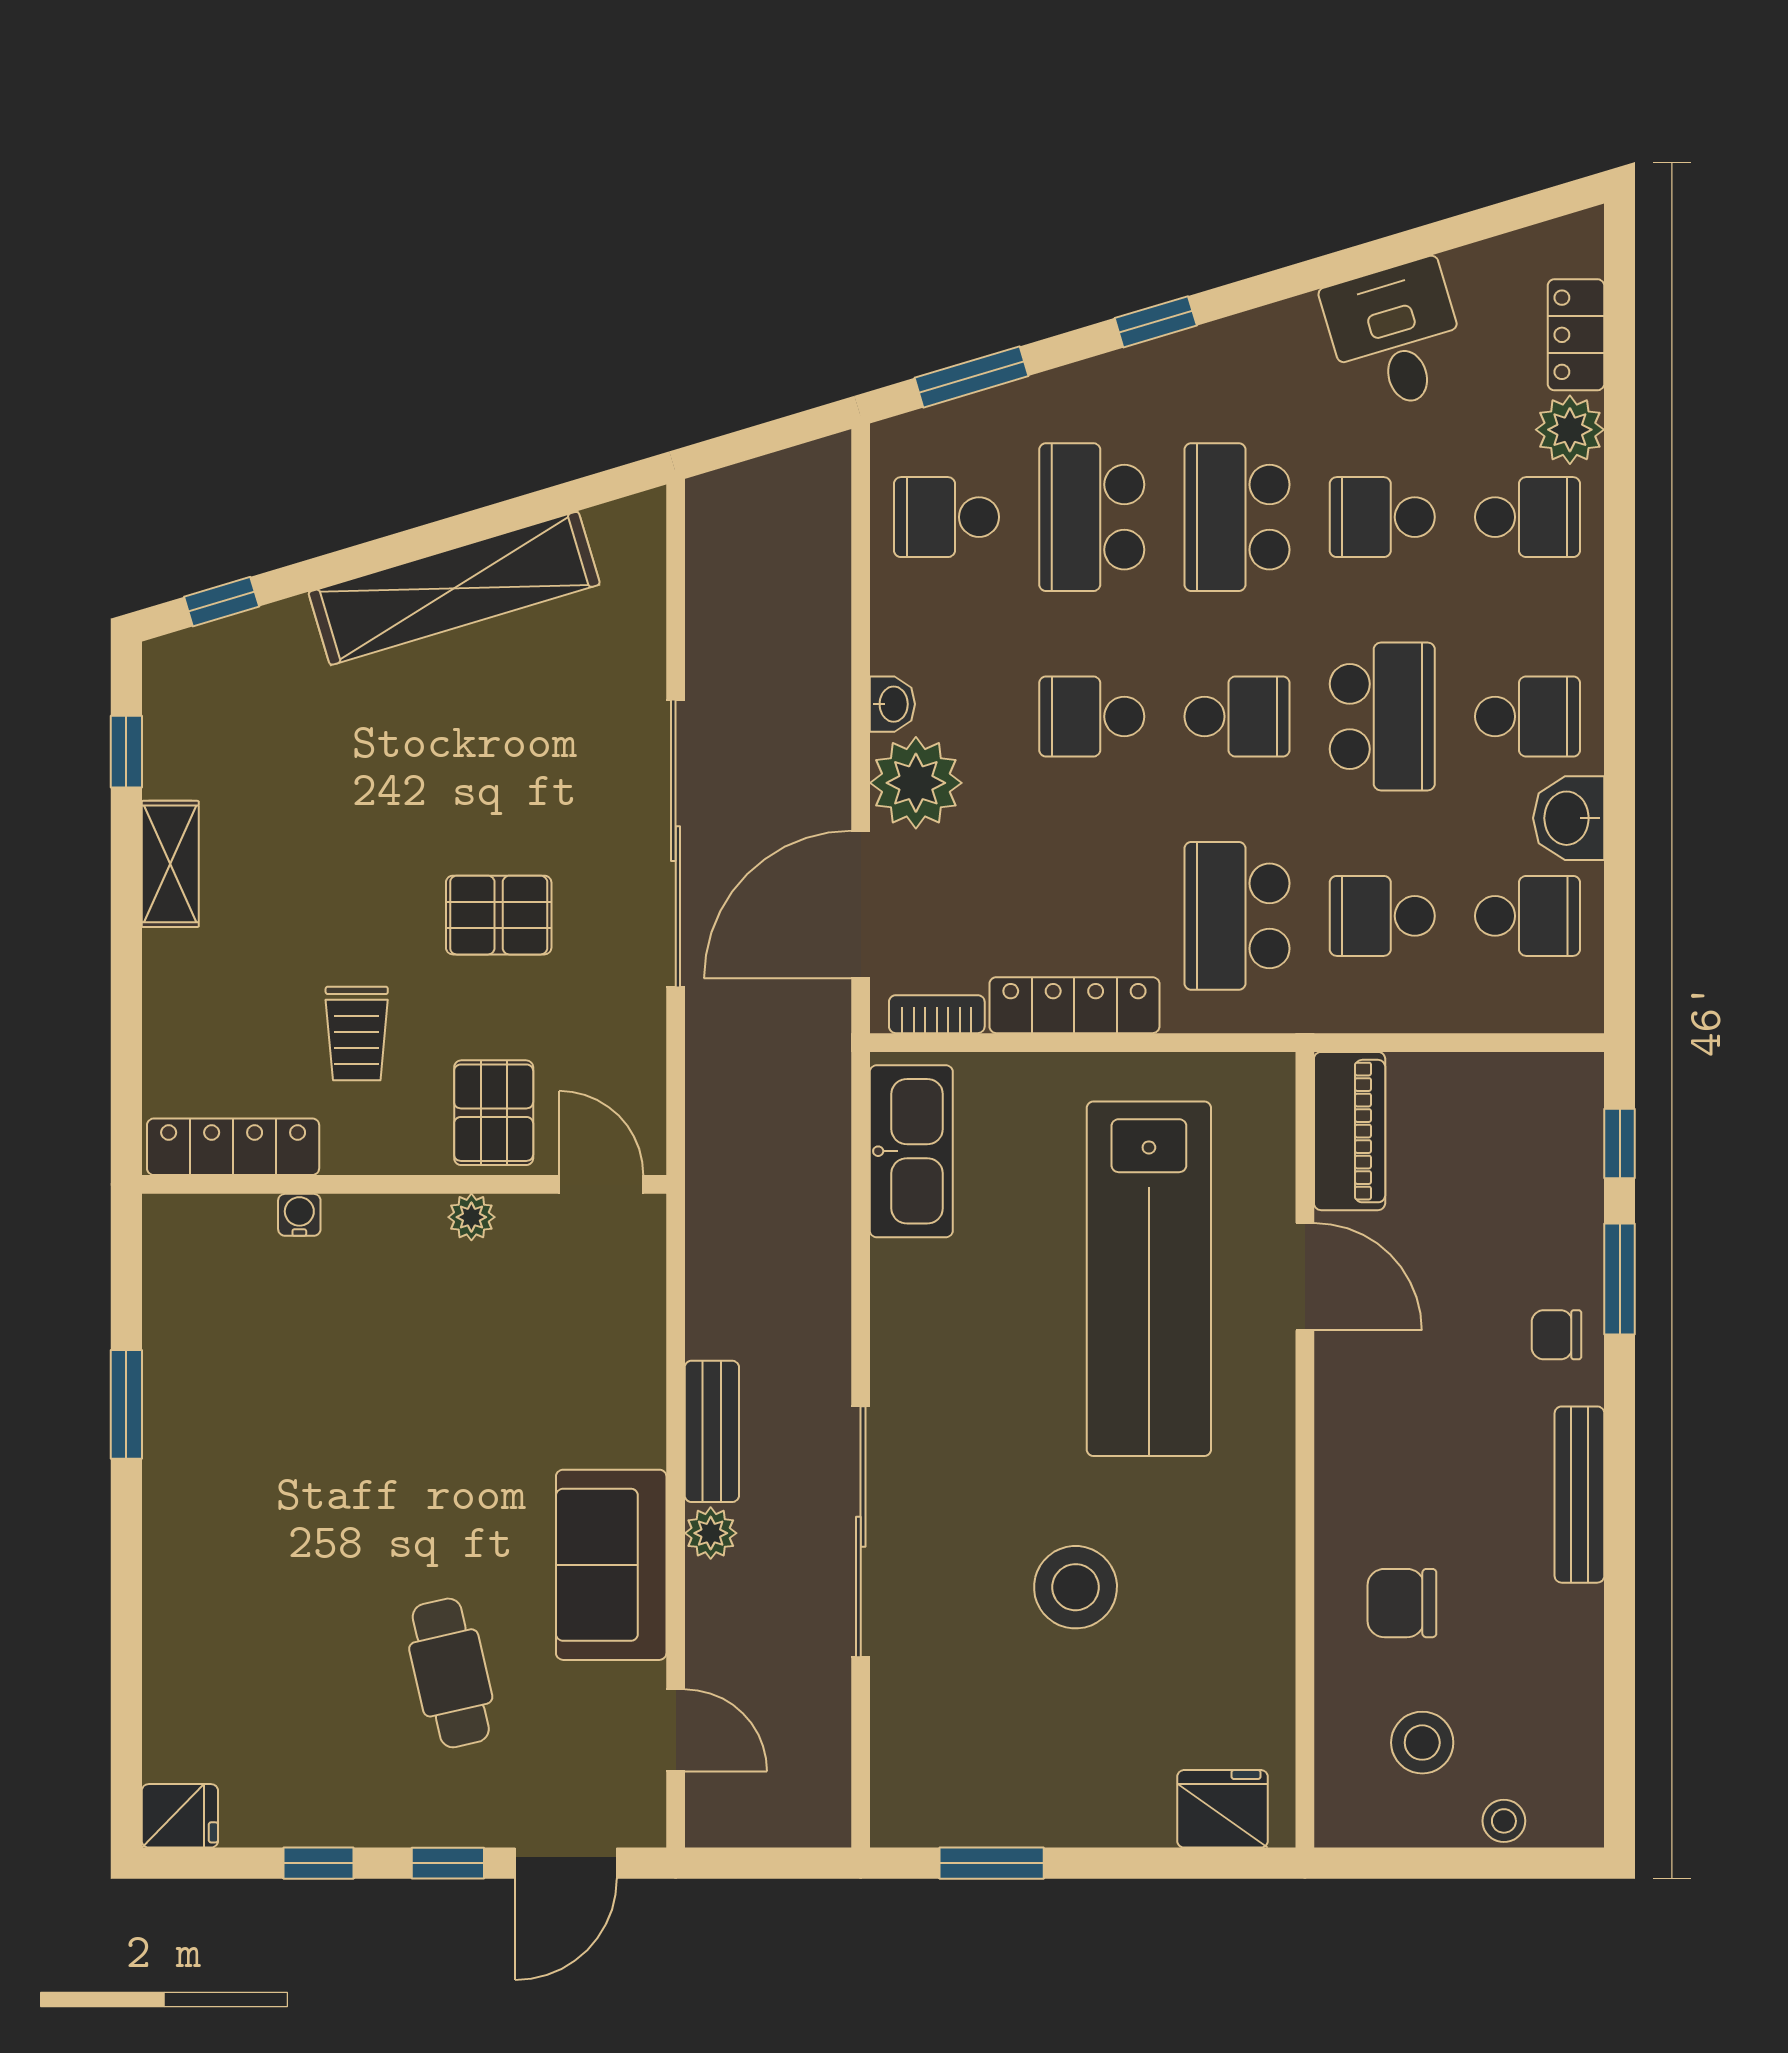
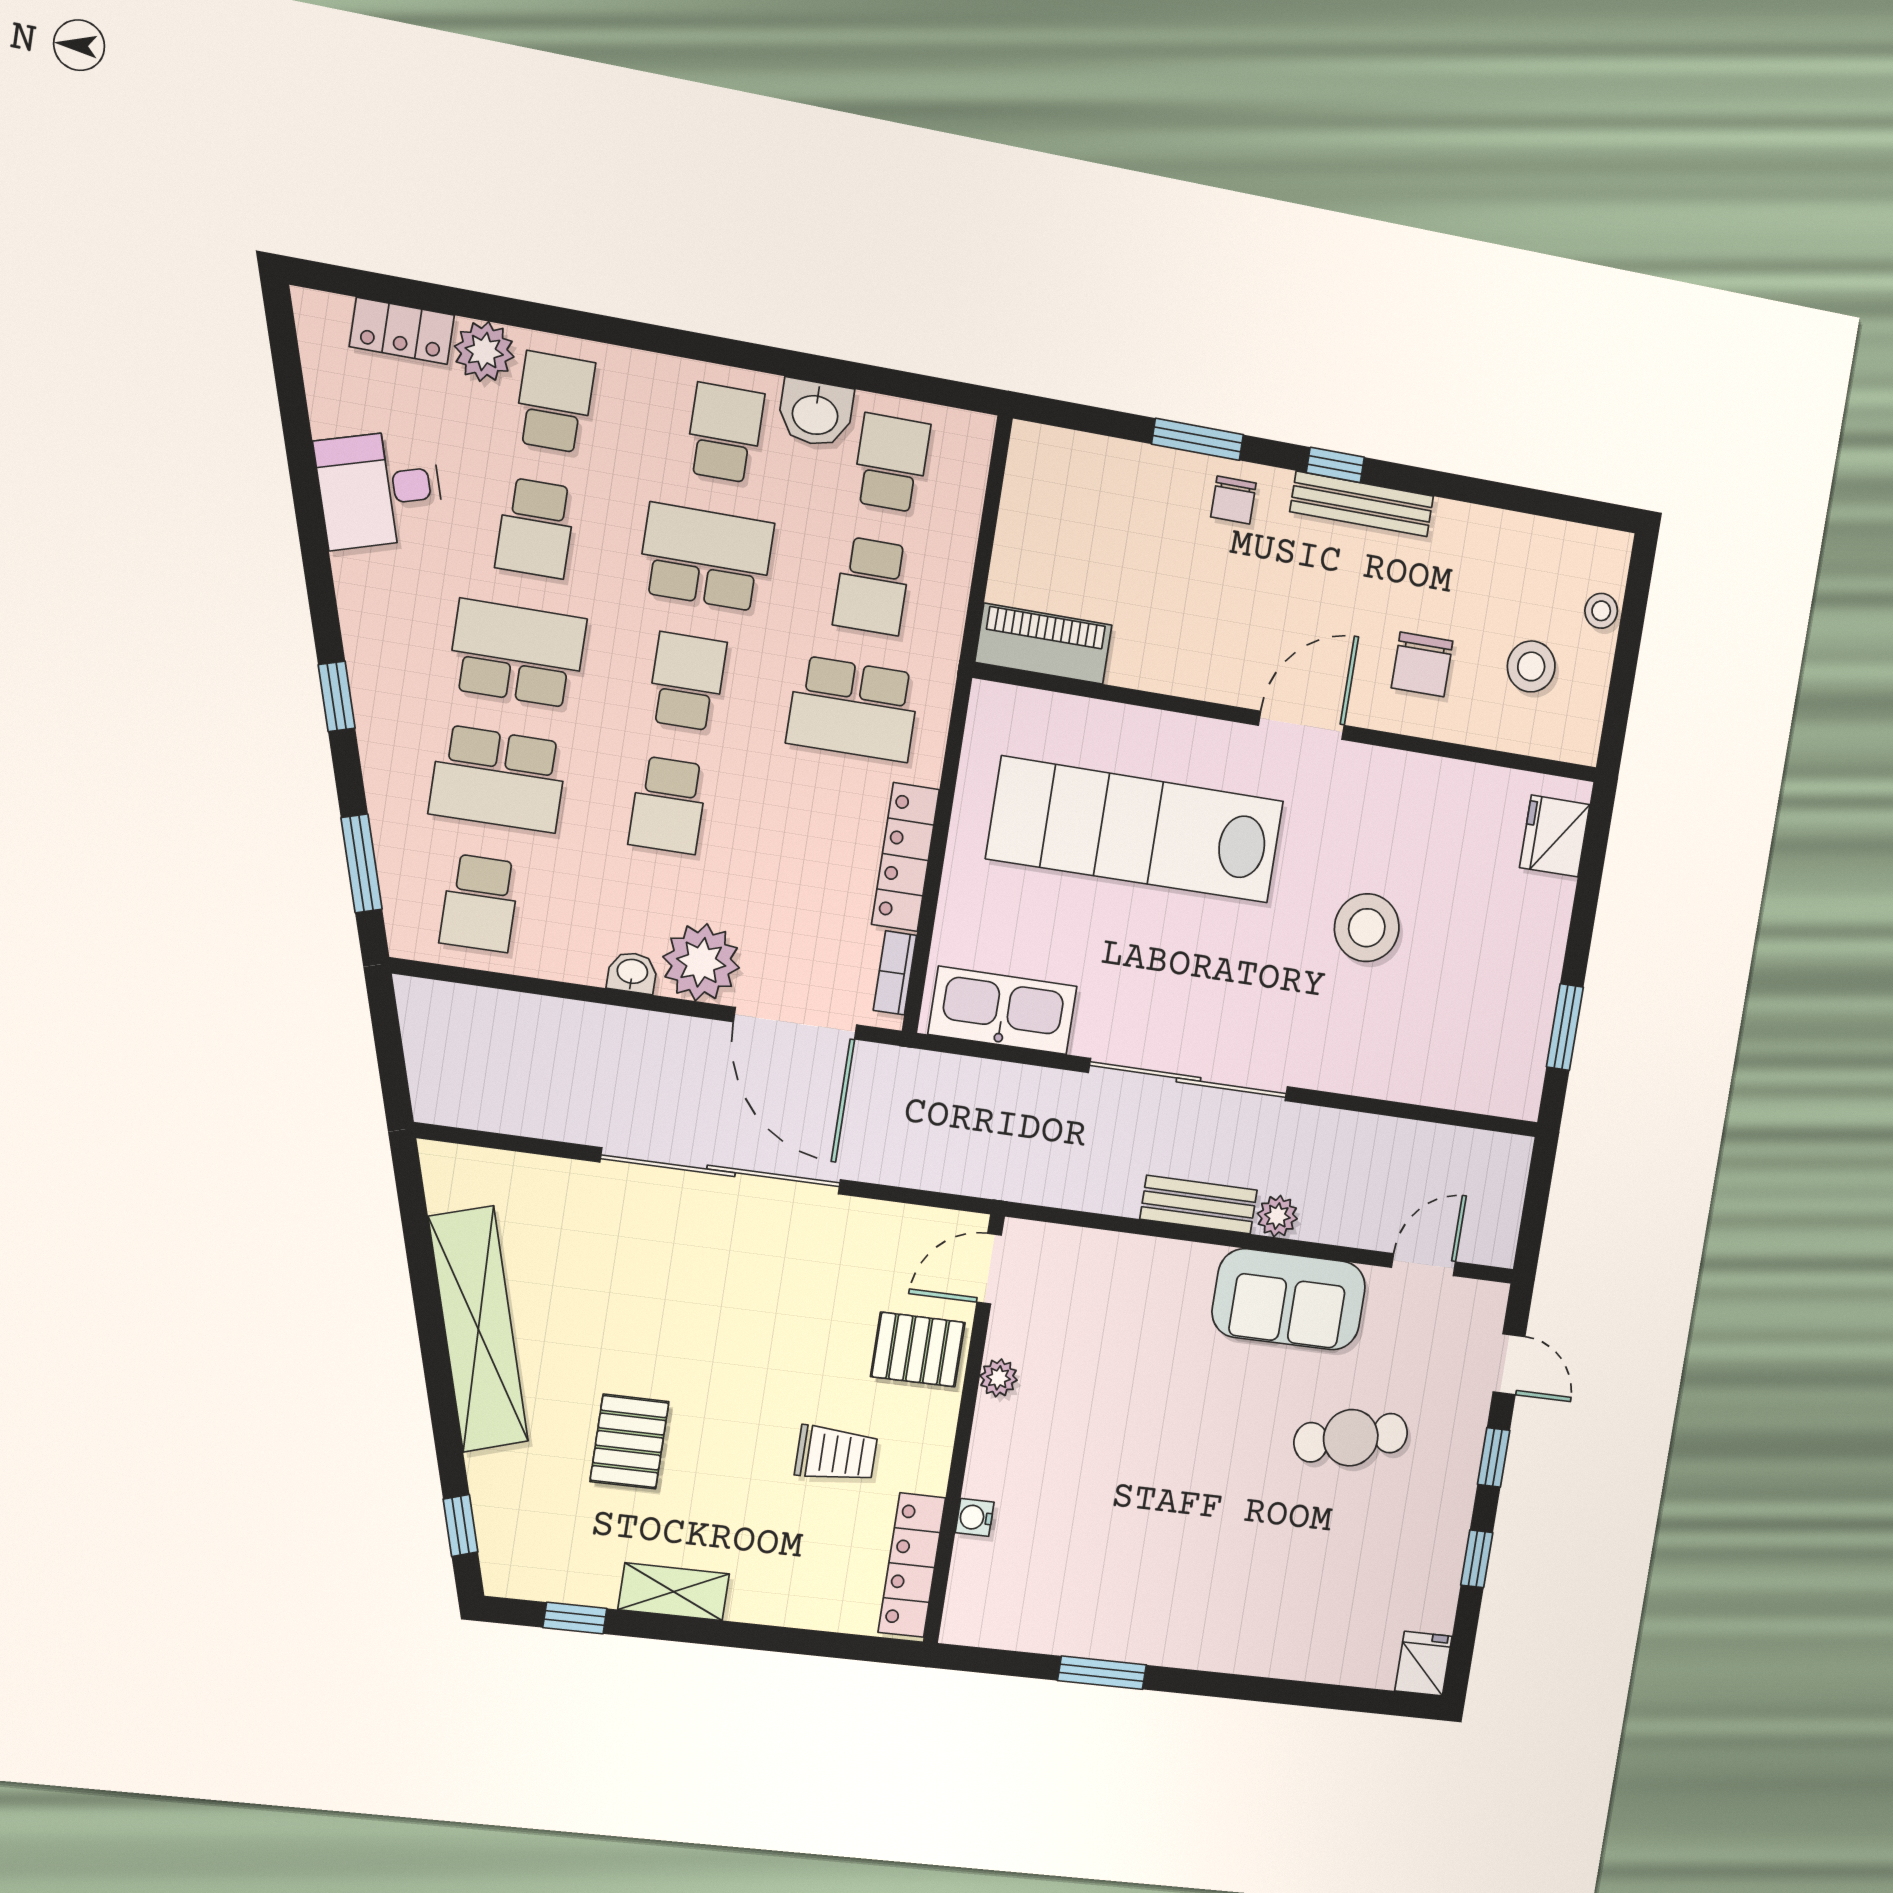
school desk: (1237, 517) -> (517, 654), turned 180
pallet: (499, 915) -> (629, 1442), moved
window: (1620, 1144) -> (1335, 465), moved
door: (1305, 1277) -> (1301, 725), moved
lab bench: (1149, 1279) -> (1135, 830), turned 180
sliding door: (861, 1532) -> (1188, 1080), moved
door: (566, 1863) -> (1509, 1364), width x0.73

